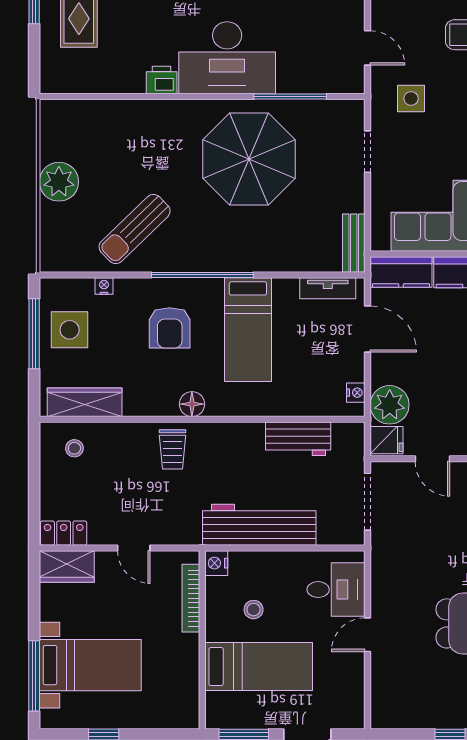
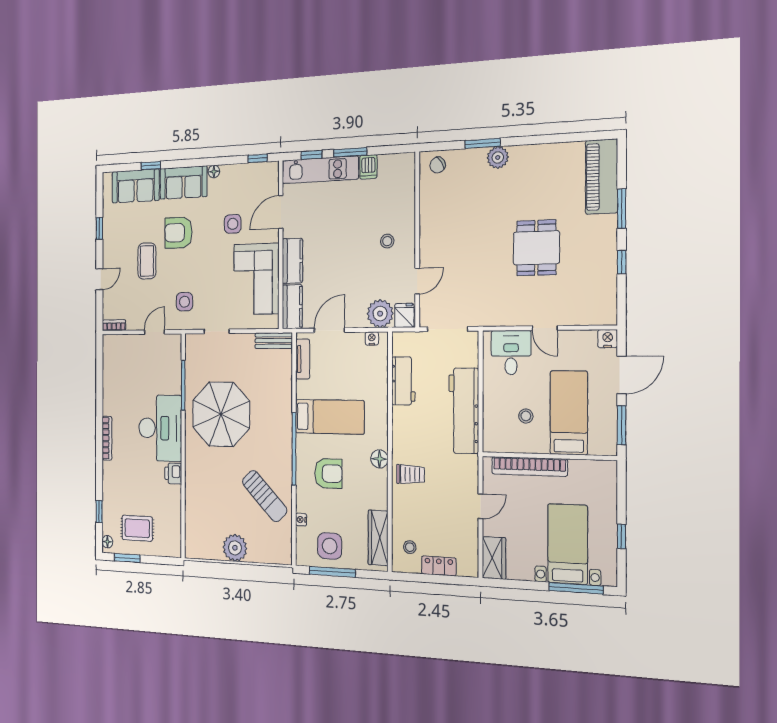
locker: (64, 533) -> (439, 566), moved, turned 90
nightstand: (216, 563) -> (608, 339), moved, turned 180
bookcase: (191, 598) -> (529, 466), width x1.48, depth x1.31

